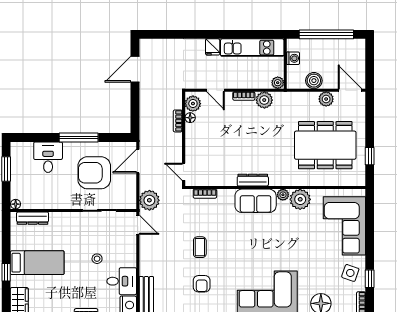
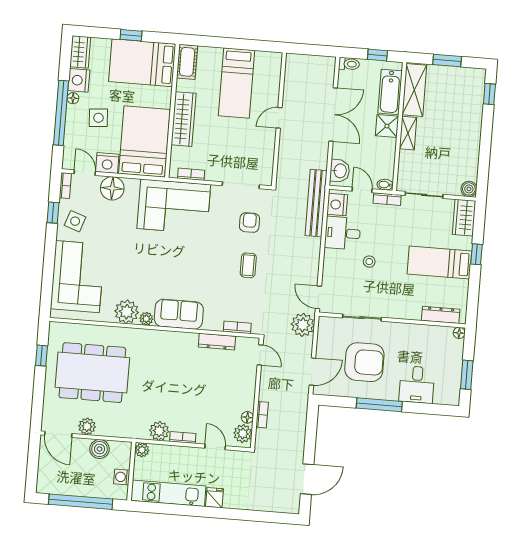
dresser: (253, 180) -> (217, 342), moved

